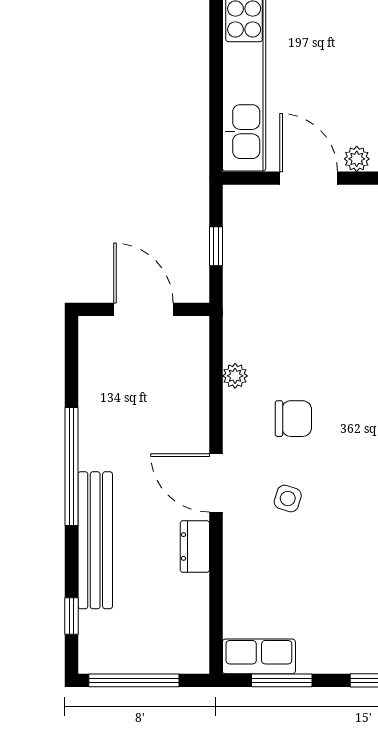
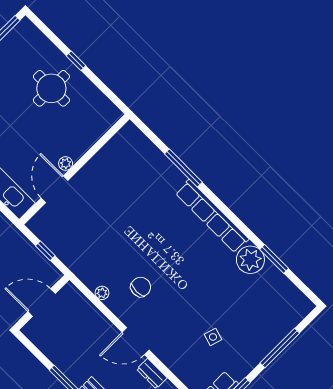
door: (309, 178) -> (55, 189), hinge flipped
side table: (288, 498) -> (213, 337), moved

